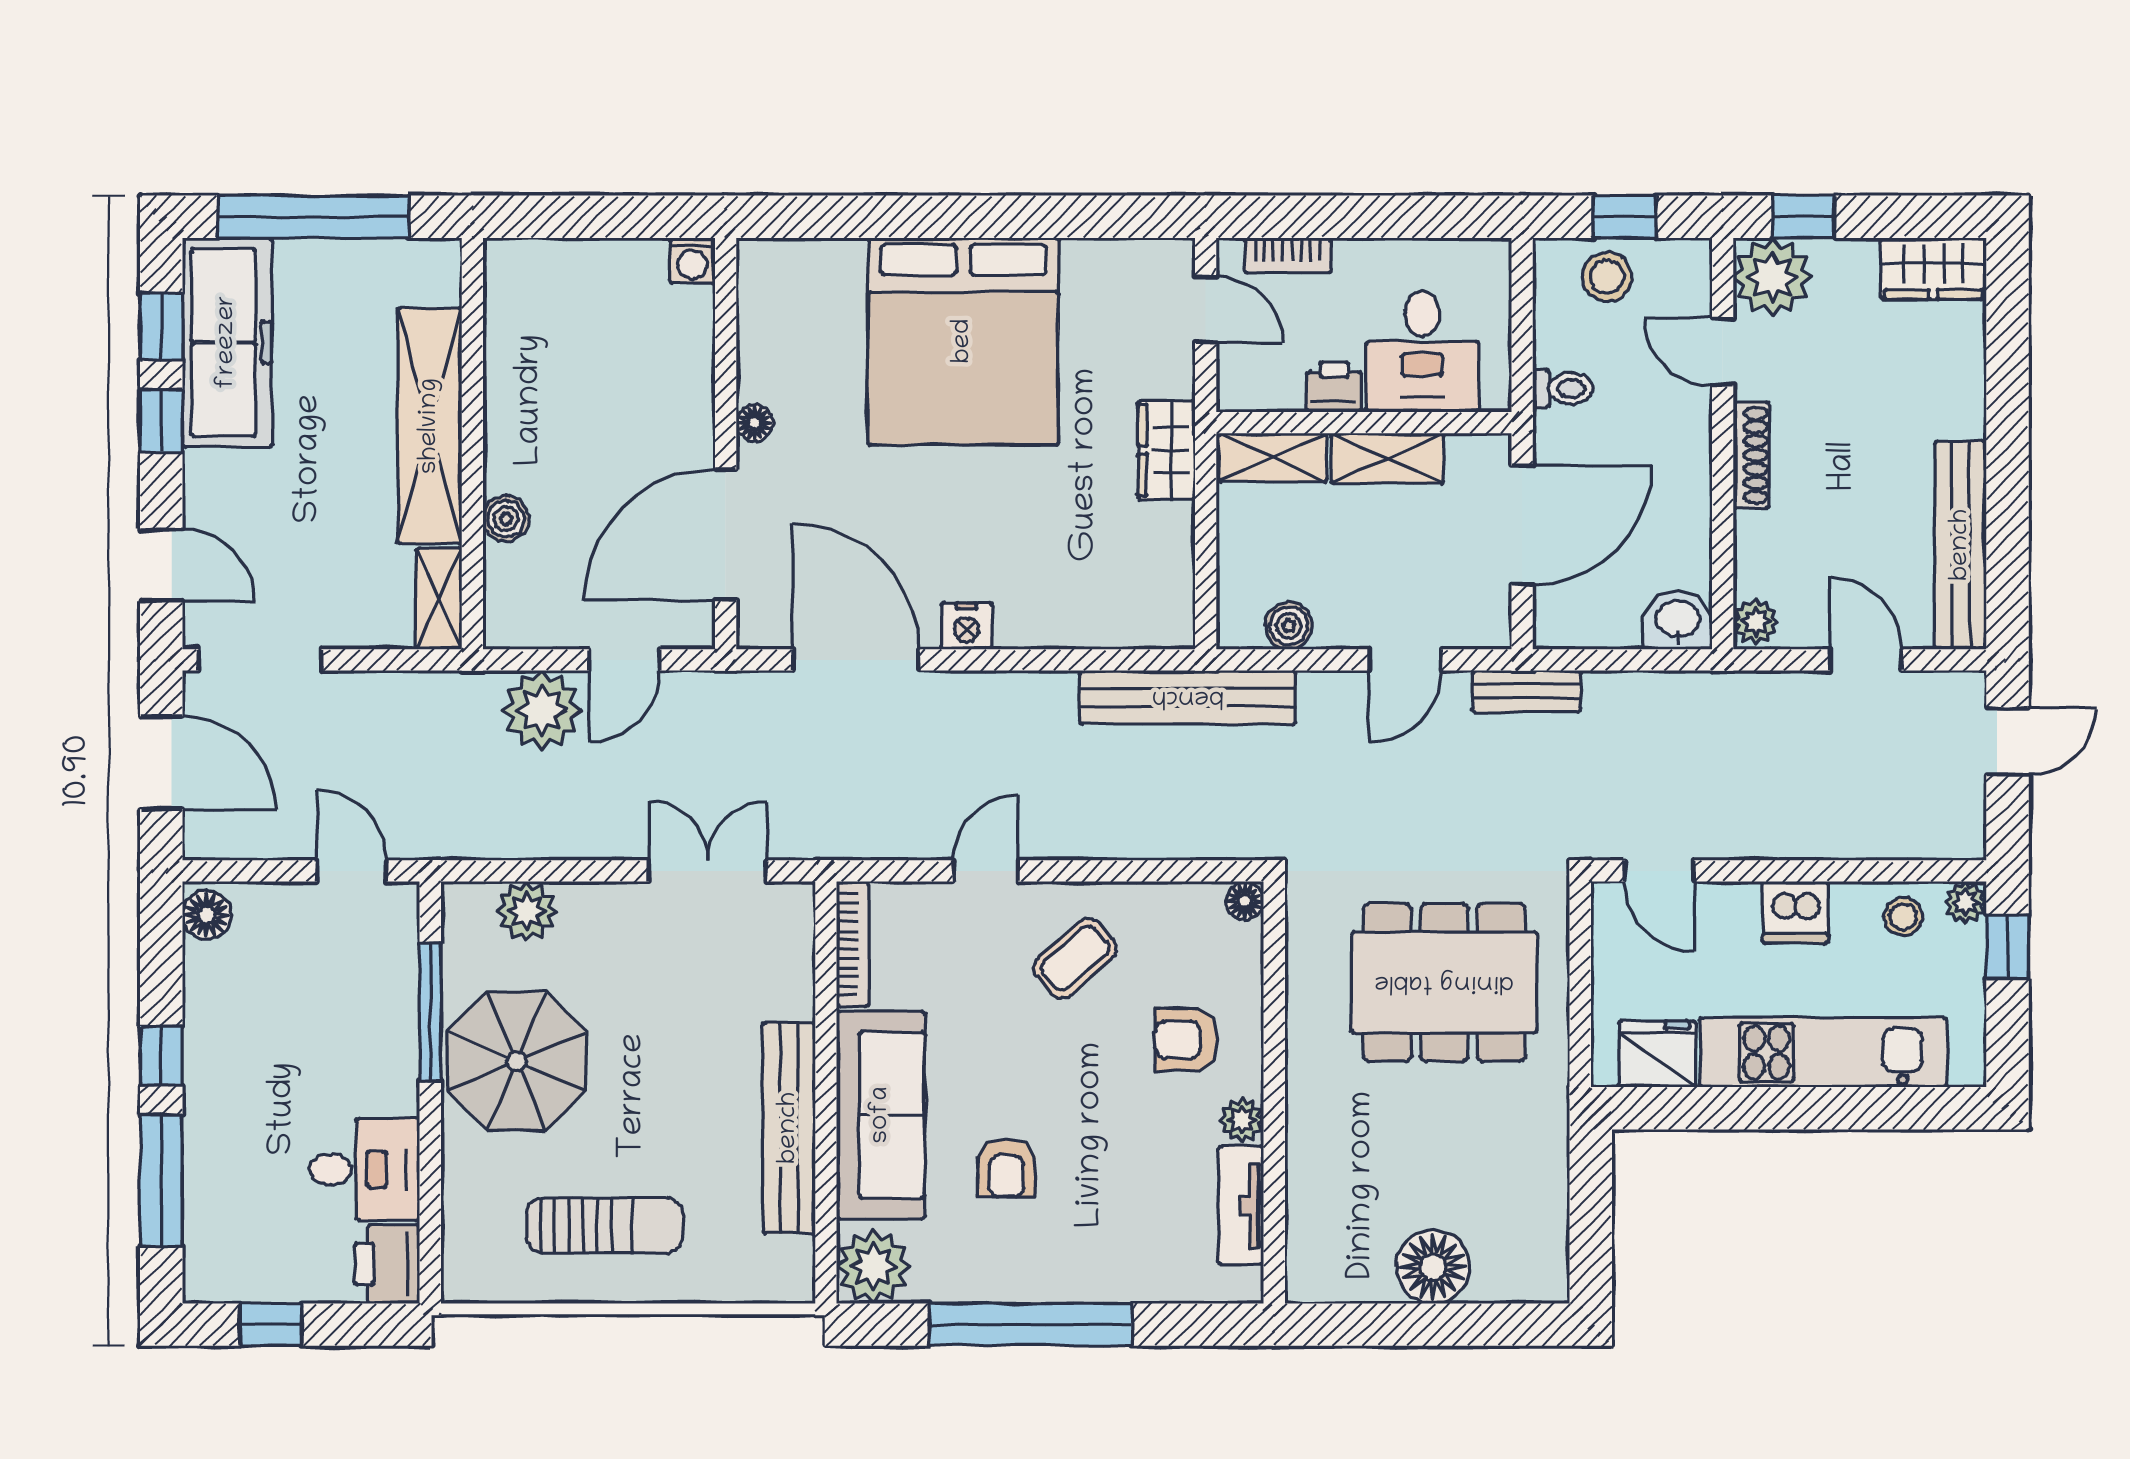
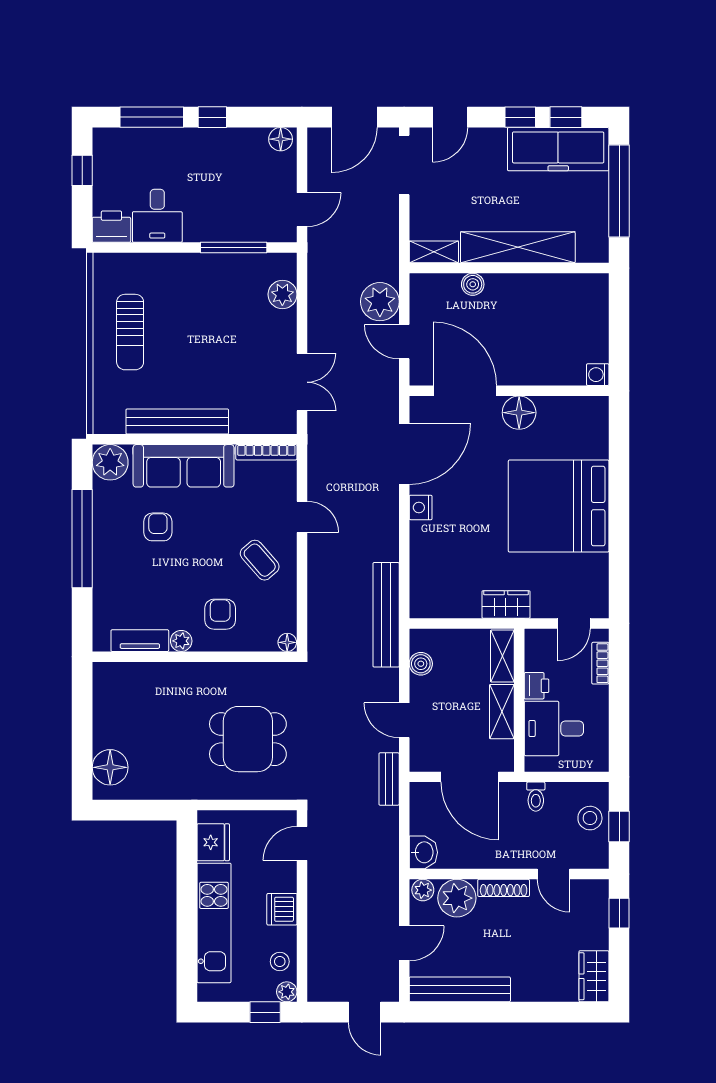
plant: (1772, 277) -> (457, 898), moved
door: (1723, 352) -> (554, 874), swing flipped
floor lamp: (755, 423) -> (519, 413), width x1.89, depth x1.89
dining table: (1444, 982) -> (248, 739), width x0.73
parasol: (516, 1061) -> (210, 289), removed
armchair: (1007, 1168) -> (158, 527), turned 90
floor lamp: (1433, 1267) -> (110, 767), moved

